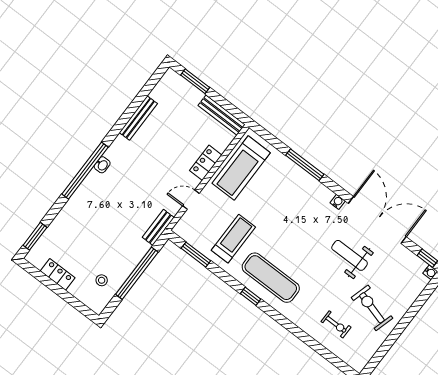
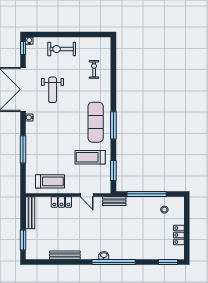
treadmill: (241, 168) -> (50, 181), width x0.73, depth x0.73
window: (251, 296) -> (113, 125), width x2.17
exercise bike: (372, 308) -> (62, 49), moved, turned 74

